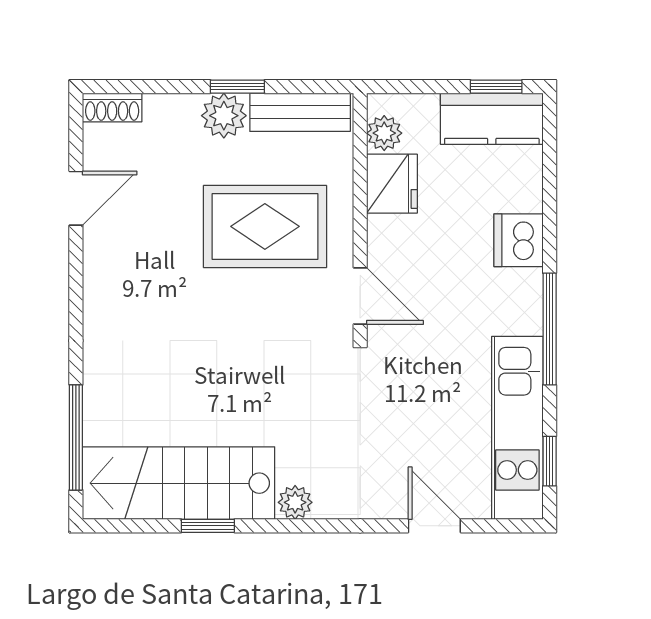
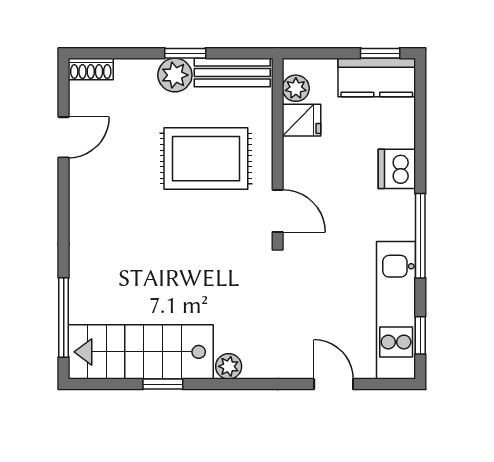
fridge: (392, 184) -> (302, 120), width x0.72

